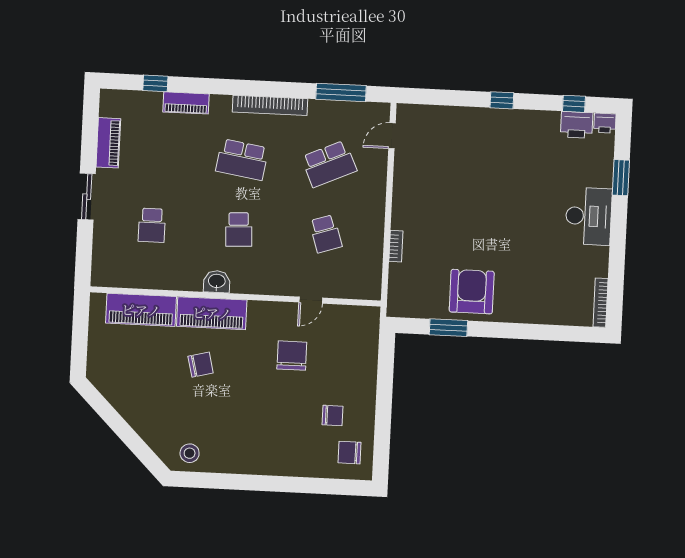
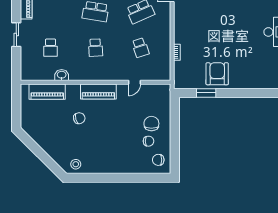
washbasin: (217, 282) -> (62, 75), moved
piano: (212, 313) -> (98, 91), moved
chair: (292, 356) -> (151, 124), moved

